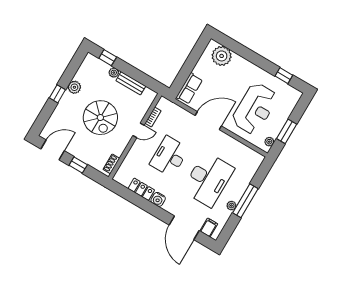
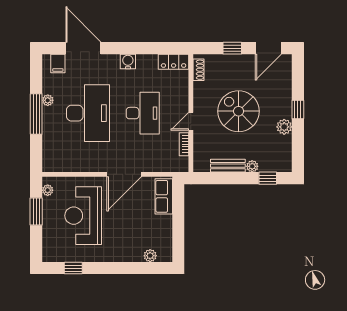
plant: (222, 56) -> (150, 256), width x0.53, depth x0.53
desk: (208, 179) -> (88, 113), turned 180
locker: (141, 189) -> (174, 62), moved

